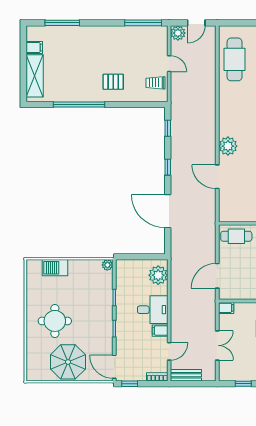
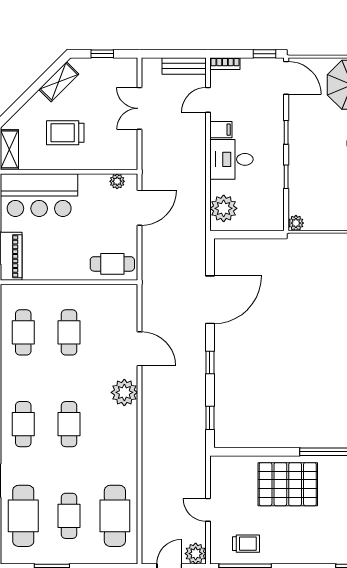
pallet: (113, 82) -> (288, 484), width x2.05, depth x2.00
trolley: (155, 83) -> (246, 544), moved
door: (168, 211) -> (210, 300), hinge flipped
plant: (233, 294) -> (117, 181), added
filing cabinet: (226, 308) -> (127, 162), removed

